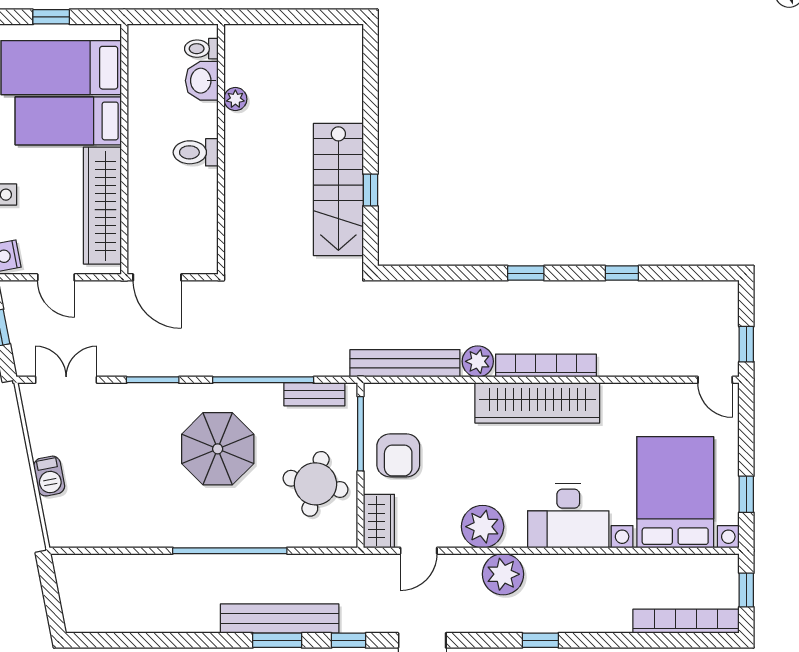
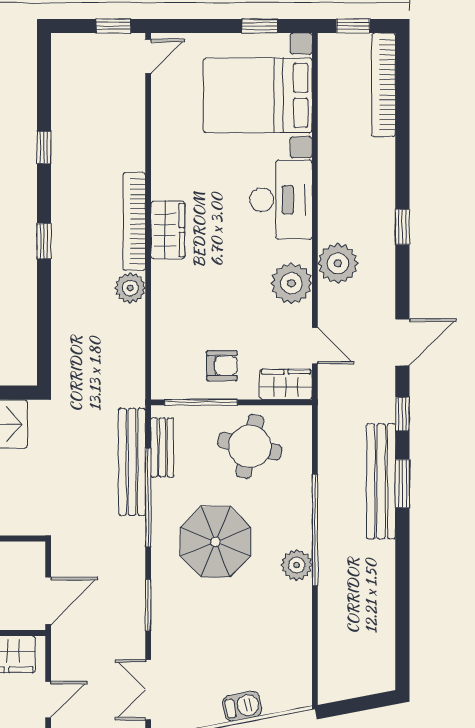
bench: (405, 363) -> (132, 462), moved
wardrobe: (537, 403) -> (168, 230), width x0.48, depth x0.85
armchair: (398, 455) -> (222, 366), width x0.72, depth x0.72
plant: (194, 532) -> (297, 565), added

